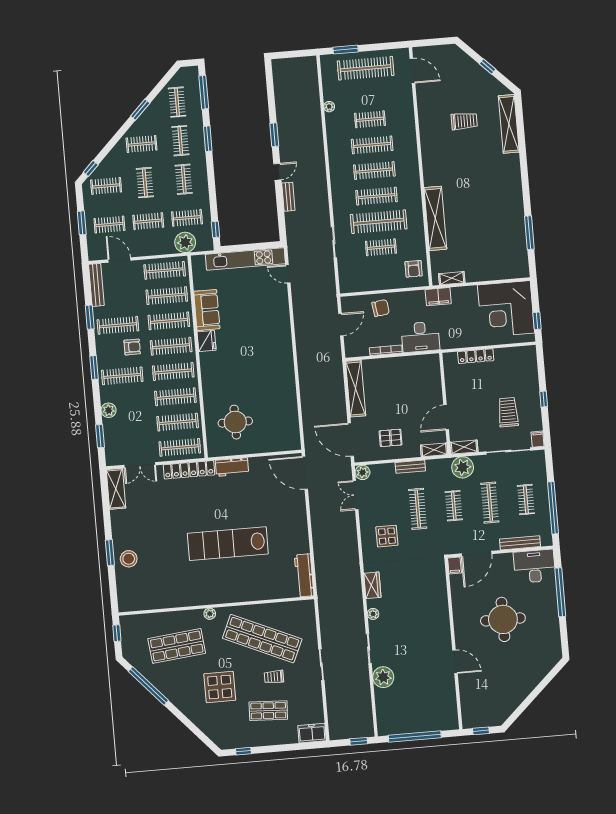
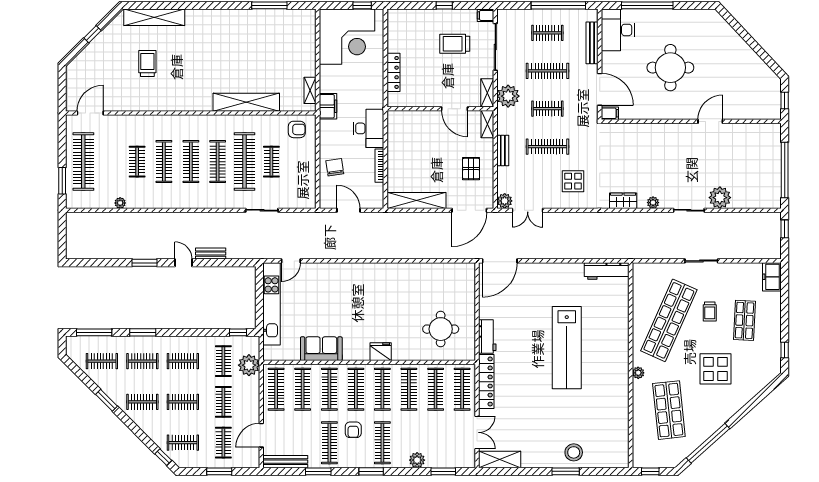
clothes rail: (142, 144) -> (142, 402), turned 90
clothes rail: (106, 186) -> (183, 443), turned 90
fridge: (207, 341) -> (381, 352), moved
armchair: (132, 347) -> (353, 430), turned 180

